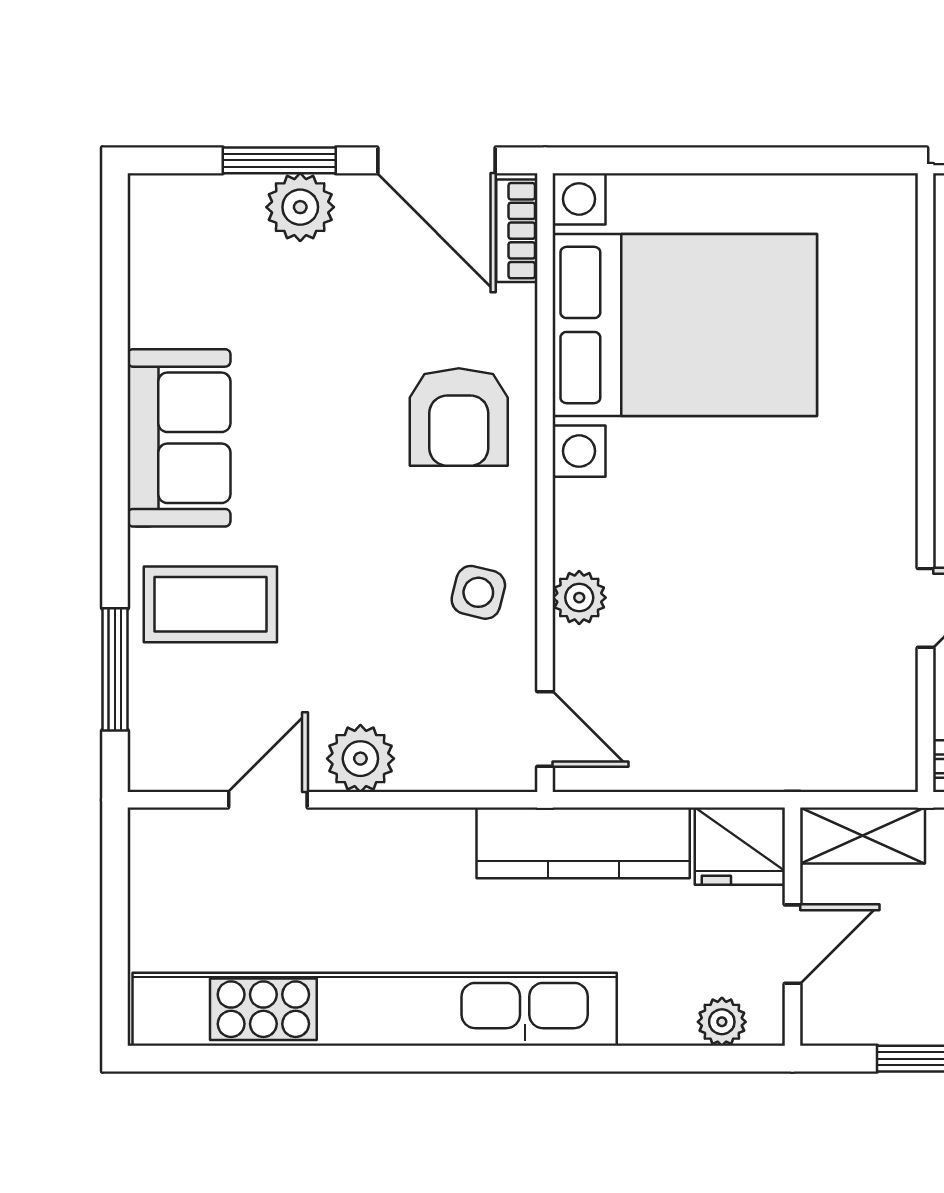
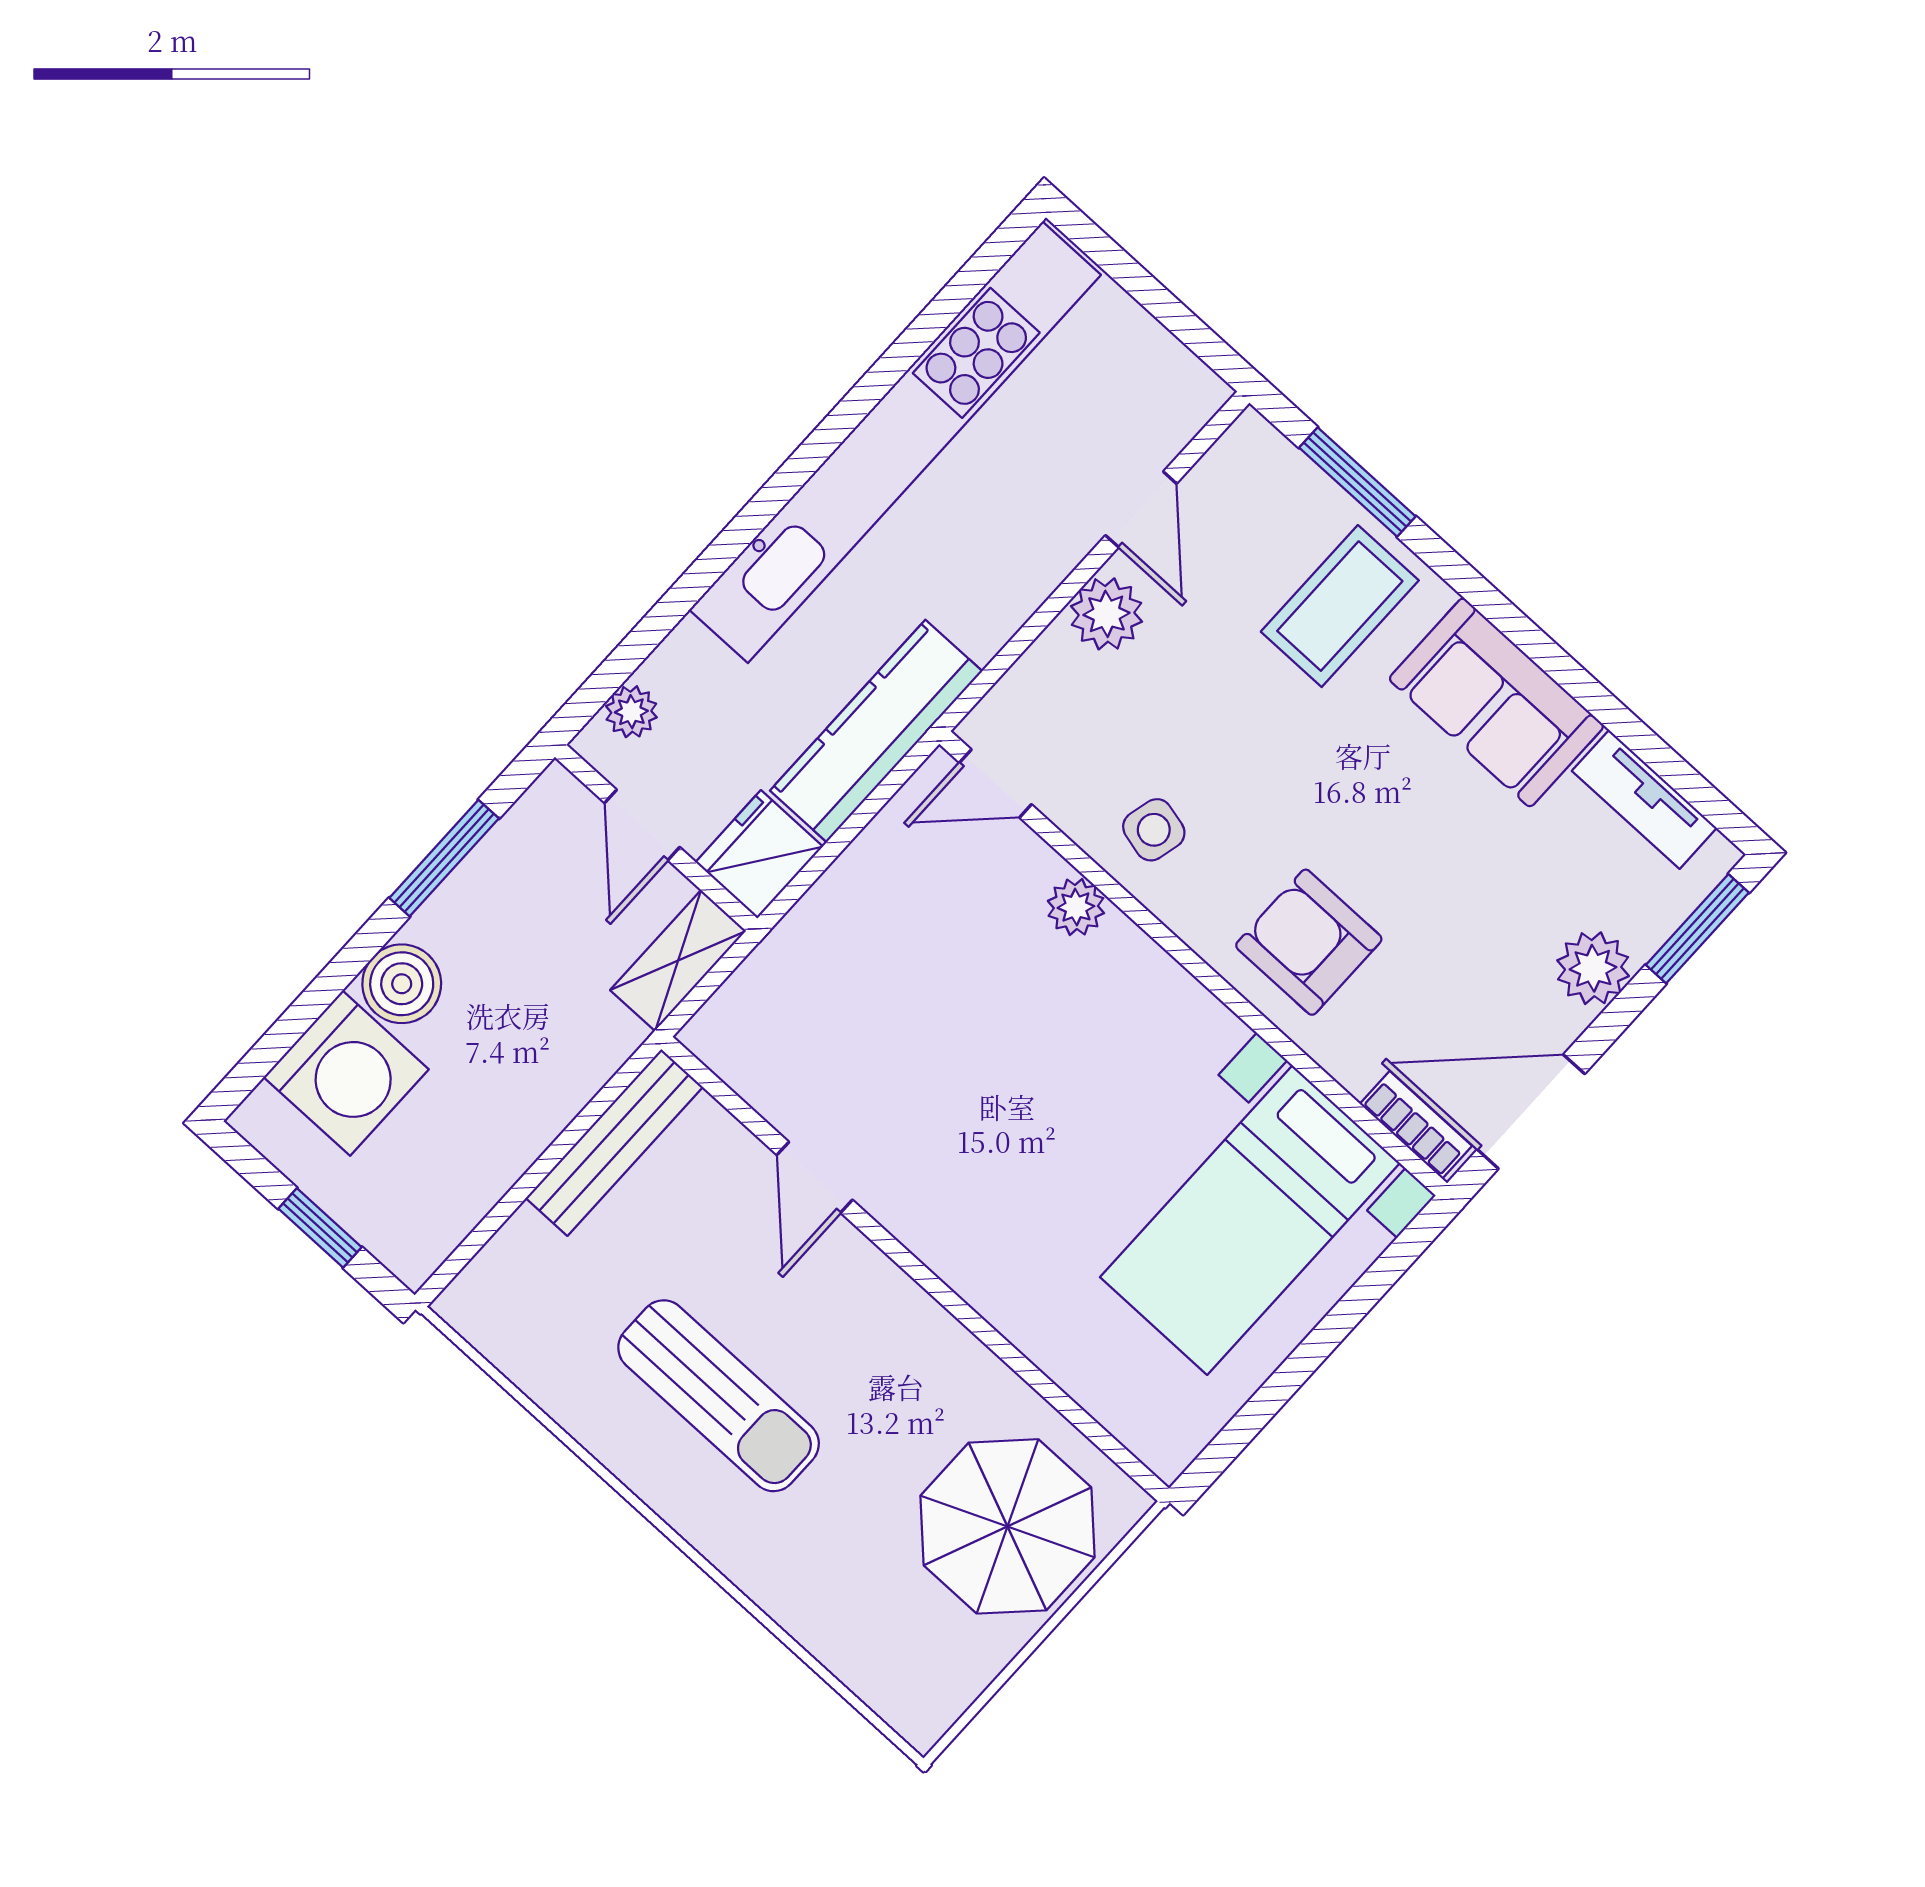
window: (279, 160) -> (1697, 929), moved
tv unit: (153, 277) -> (1644, 799), added
bed with nightstands: (685, 325) -> (1250, 1220), width x0.73

